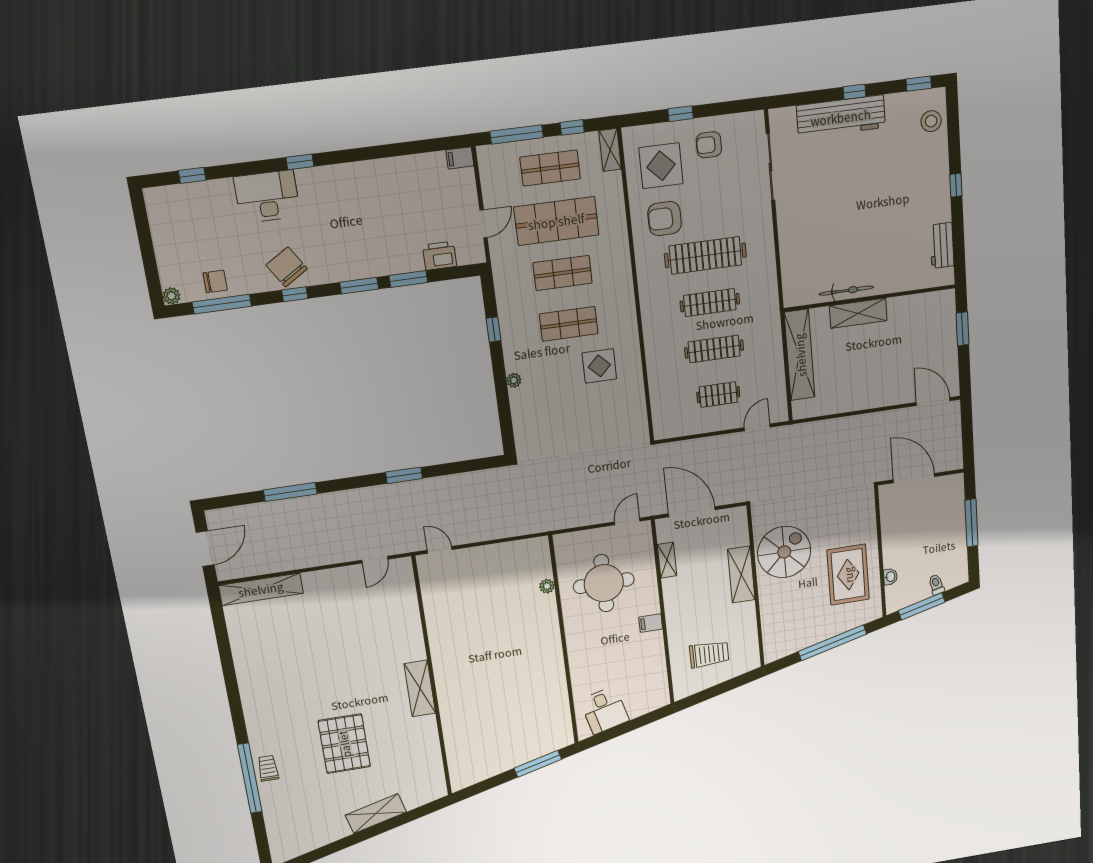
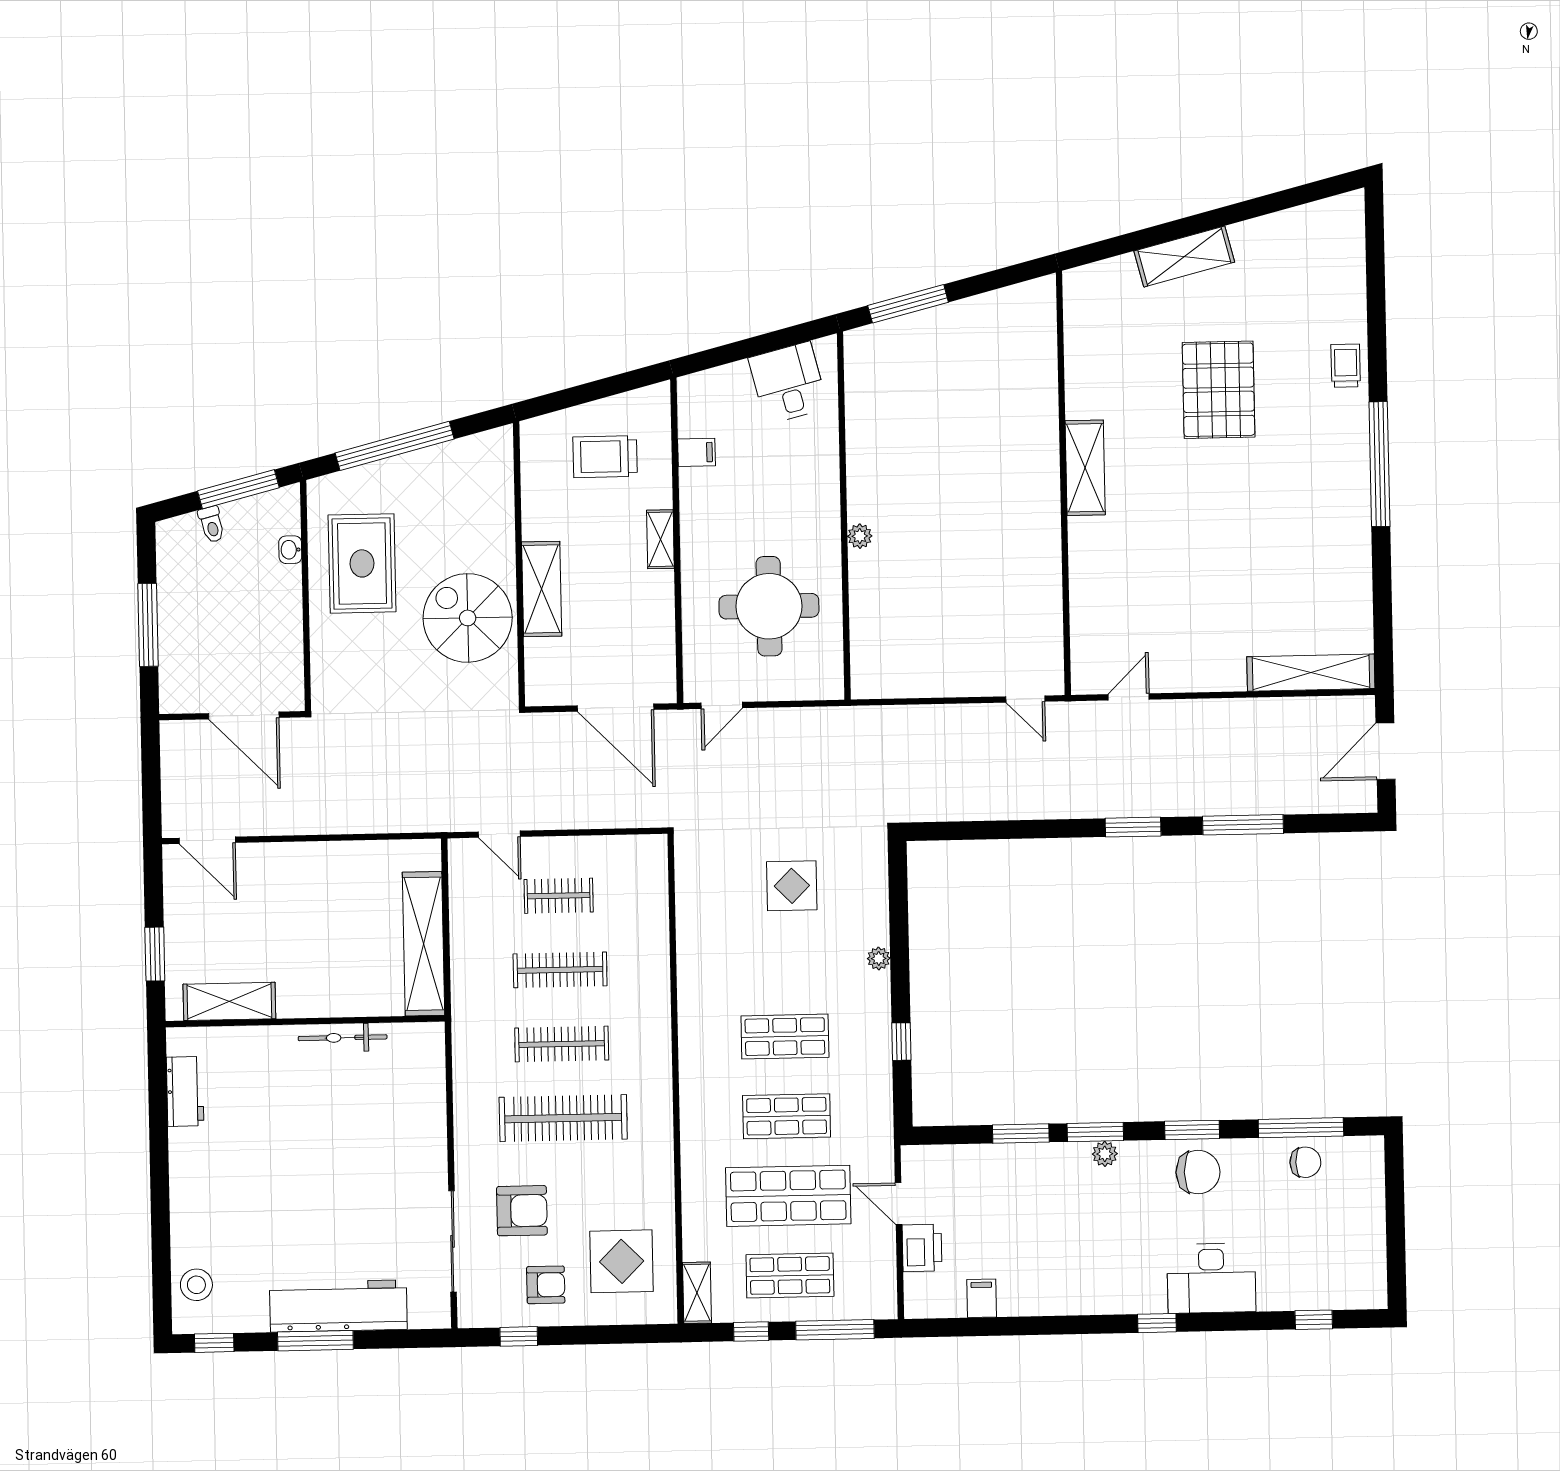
window: (855, 92) -> (315, 1341), width x2.17
window: (681, 114) -> (519, 1336), moved
filing cabinet: (460, 158) -> (982, 1298), moved, turned -90
window: (956, 185) -> (160, 1183), removed
armchair: (665, 219) -> (522, 1211), moved
door: (484, 224) -> (899, 1204), hinge flipped
printer: (440, 256) -> (922, 1248), moved, turned -90
chair: (287, 267) -> (1198, 1172), turned -58
chair: (215, 282) -> (1305, 1162), turned 180
window: (295, 294) -> (1192, 1130), width x1.50
plant: (171, 296) -> (1105, 1154), moved
shelving: (858, 313) -> (229, 1001), moved
display table: (599, 366) -> (792, 886), moved
door: (757, 427) -> (499, 834), hinge flipped
window: (404, 475) -> (1133, 827), moved
spiral stairs: (784, 552) -> (468, 618), turned 90
shelving: (667, 560) -> (660, 539), moved
plant: (547, 586) -> (860, 536), moved
filing cabinet: (651, 623) -> (697, 452), moved
trolley: (268, 768) -> (1346, 366), turned 180
window: (250, 778) -> (1379, 464), moved

